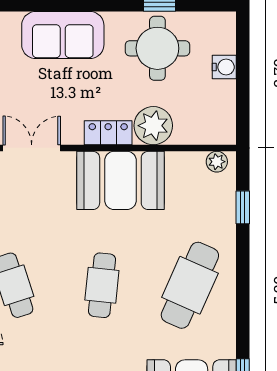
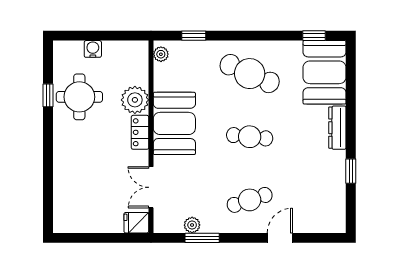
sofa: (63, 35) -> (70, 165), removed

